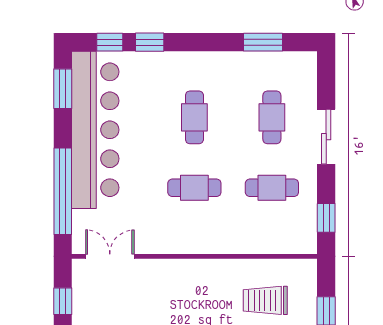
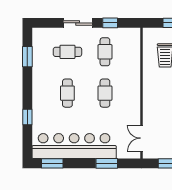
window: (110, 42) -> (27, 138), removed
cafe table: (194, 117) -> (67, 93), turned 90
window: (63, 191) -> (107, 163), width x0.47
window: (326, 218) -> (110, 23), moved

